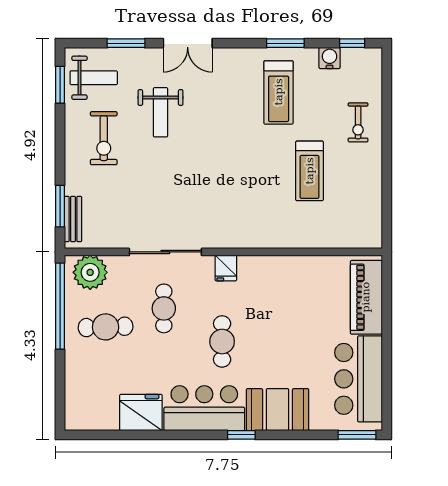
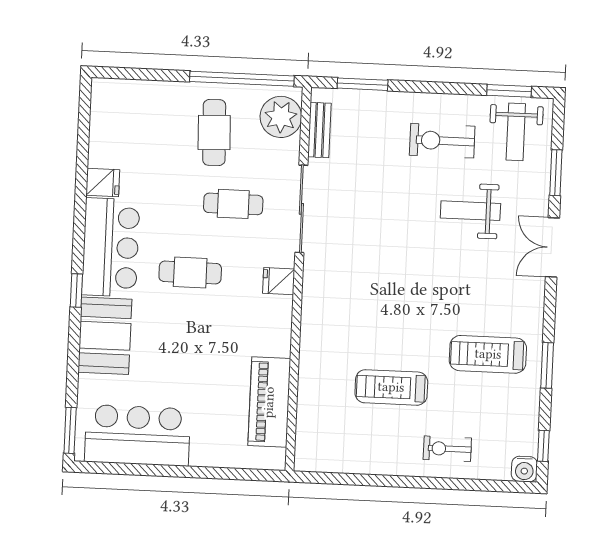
water cooler: (330, 58) -> (524, 469), moved, turned 90
bench: (73, 219) -> (319, 130), moved, turned 90
piano: (366, 297) -> (269, 402), moved, turned -90
fridge: (141, 412) -> (103, 182), width x0.53, depth x0.75

